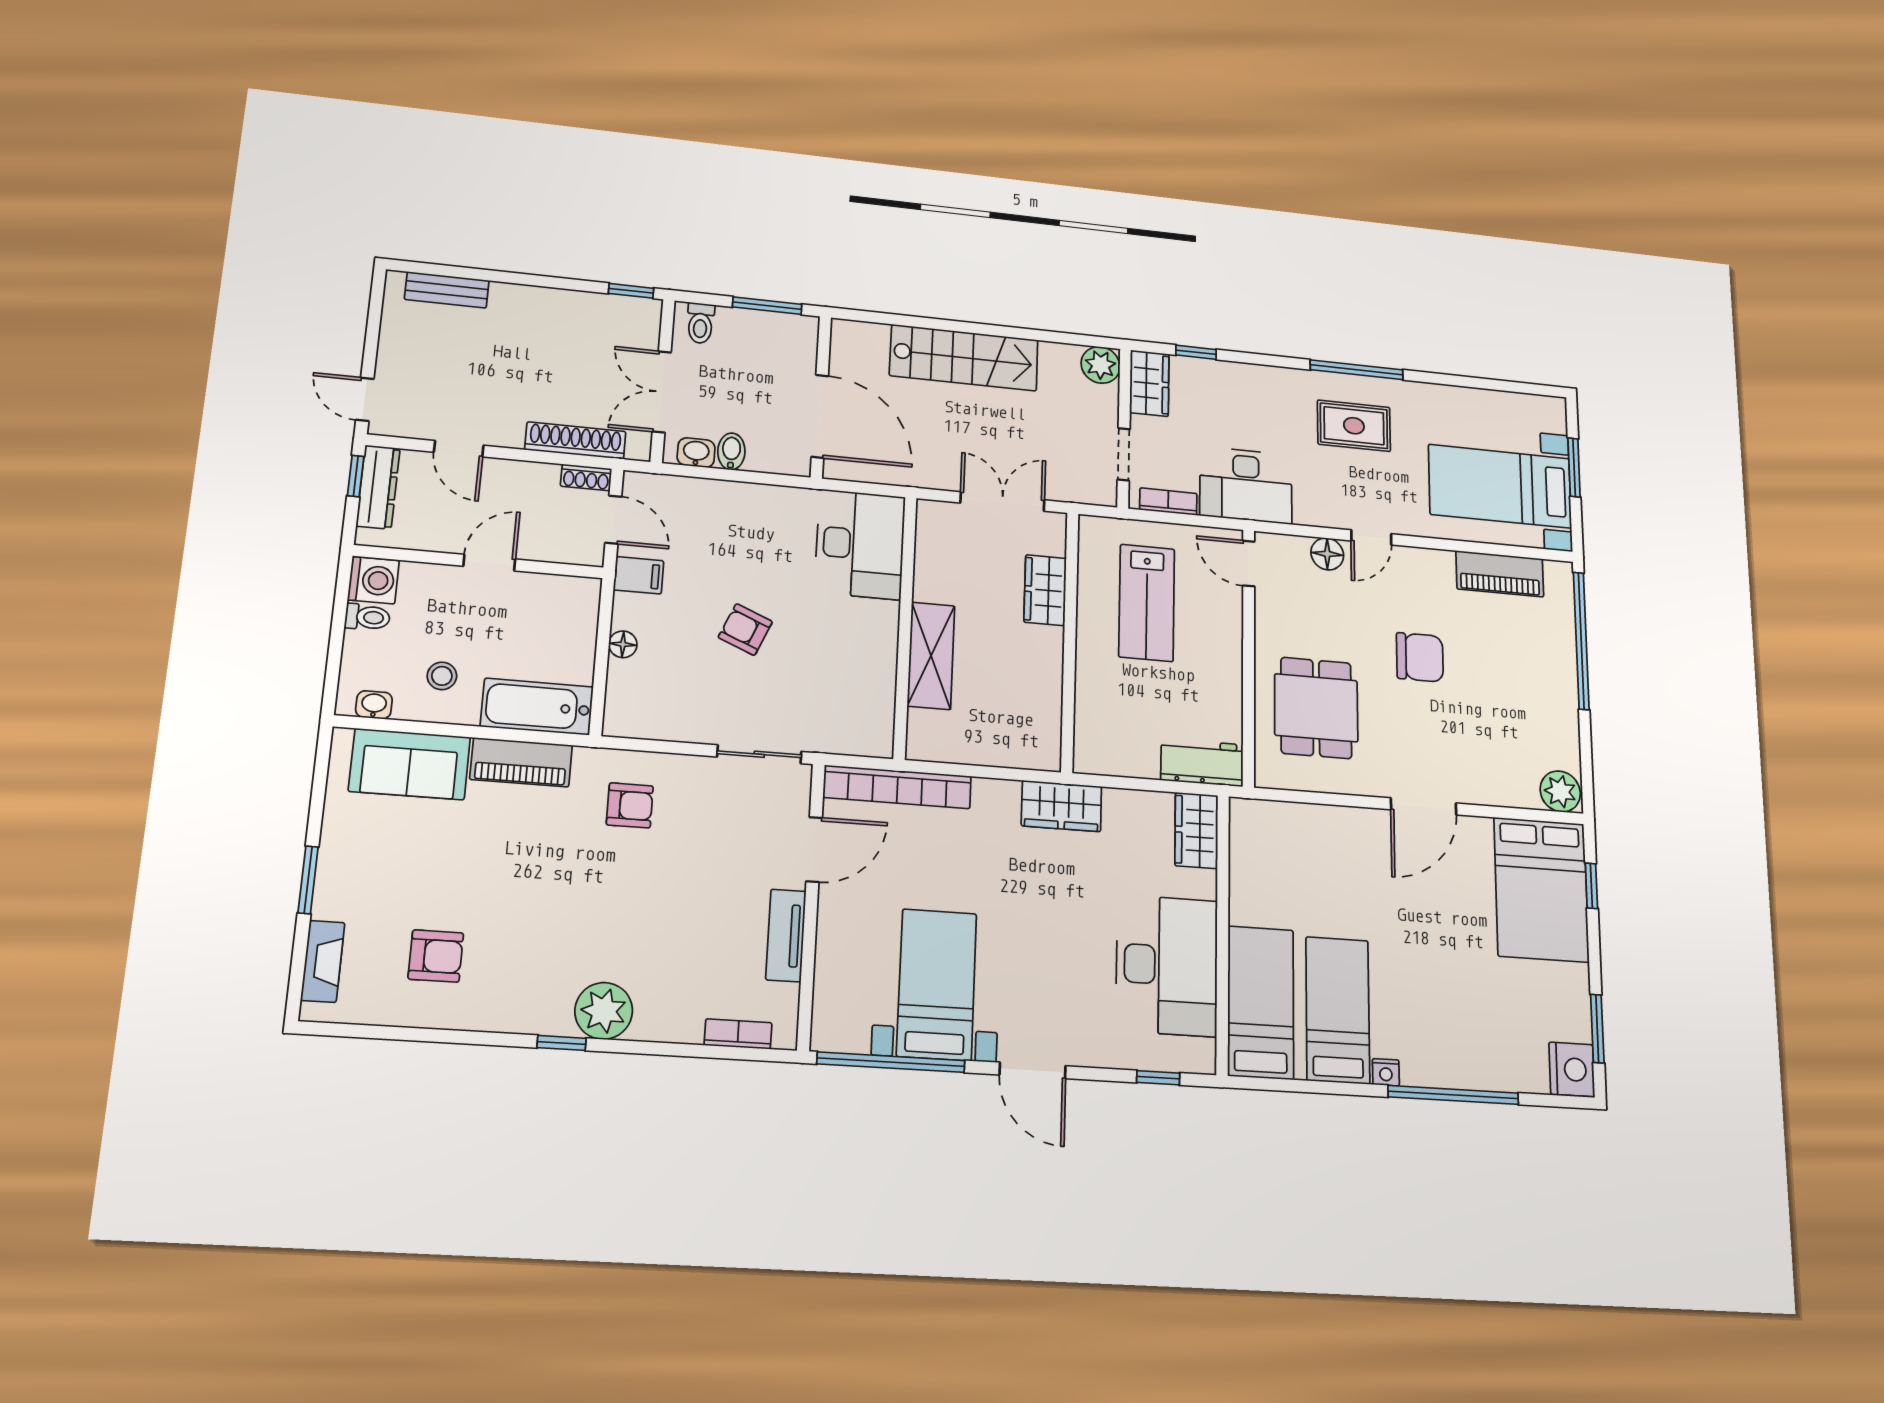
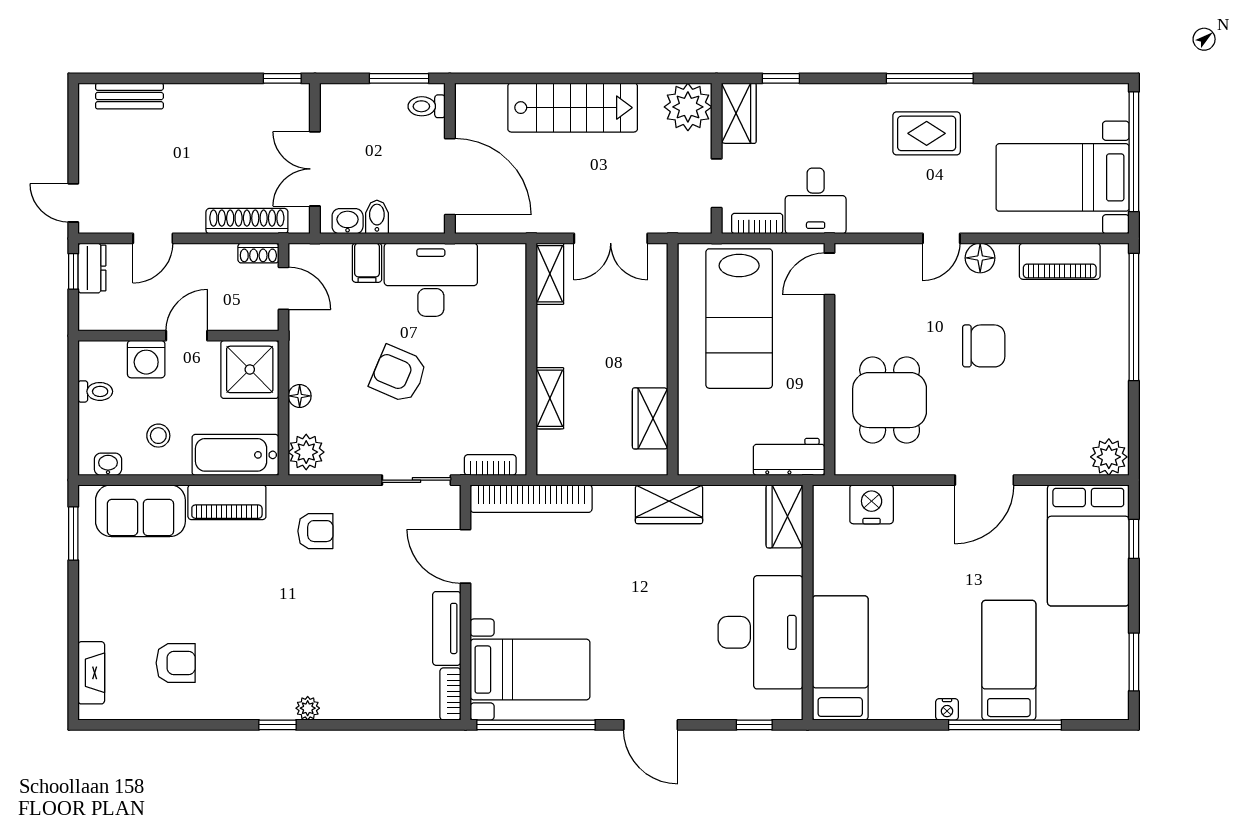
toilet: (700, 323) -> (427, 106), moved, turned 90
plant: (1101, 365) -> (688, 107), width x1.36, depth x1.36
door: (459, 449) -> (153, 238), hinge flipped
window: (1574, 467) -> (1134, 152), width x2.11
desk: (1246, 485) -> (816, 201), width x0.73
dresser: (378, 487) -> (92, 268), width x0.70
double door: (1002, 501) -> (611, 238), swing flipped
shelving: (931, 533) -> (550, 274), added
desk: (860, 544) -> (431, 280), moved, turned -90
floor lamp: (1327, 554) -> (980, 258), moved
door: (1249, 563) -> (830, 274), hinge flipped
filing cabinet: (639, 575) -> (367, 263), moved, turned 90
washing machine: (373, 580) -> (146, 359), moved, turned 90
wardrobe: (1045, 590) -> (650, 418), moved
lab bench: (1147, 603) -> (739, 319), width x1.36, depth x1.39
shower: (564, 608) -> (250, 369), added
armchair: (745, 630) -> (398, 374), width x1.38, depth x1.38
shelving: (931, 656) -> (550, 398), width x0.67, depth x0.75
plant: (626, 710) -> (306, 452), added
bookcase: (850, 744) -> (490, 465), added
door: (814, 850) -> (466, 556), swing flipped
window: (308, 880) -> (73, 534), moved
bed with nightstands: (937, 984) -> (530, 670), moved, turned 90
bed: (1338, 1010) -> (1009, 660), moved
plant: (604, 1011) -> (308, 708), width x0.53, depth x0.53
bookcase: (738, 1034) -> (450, 694), moved, turned -90
nightstand: (1572, 1069) -> (872, 504), moved, turned -90

